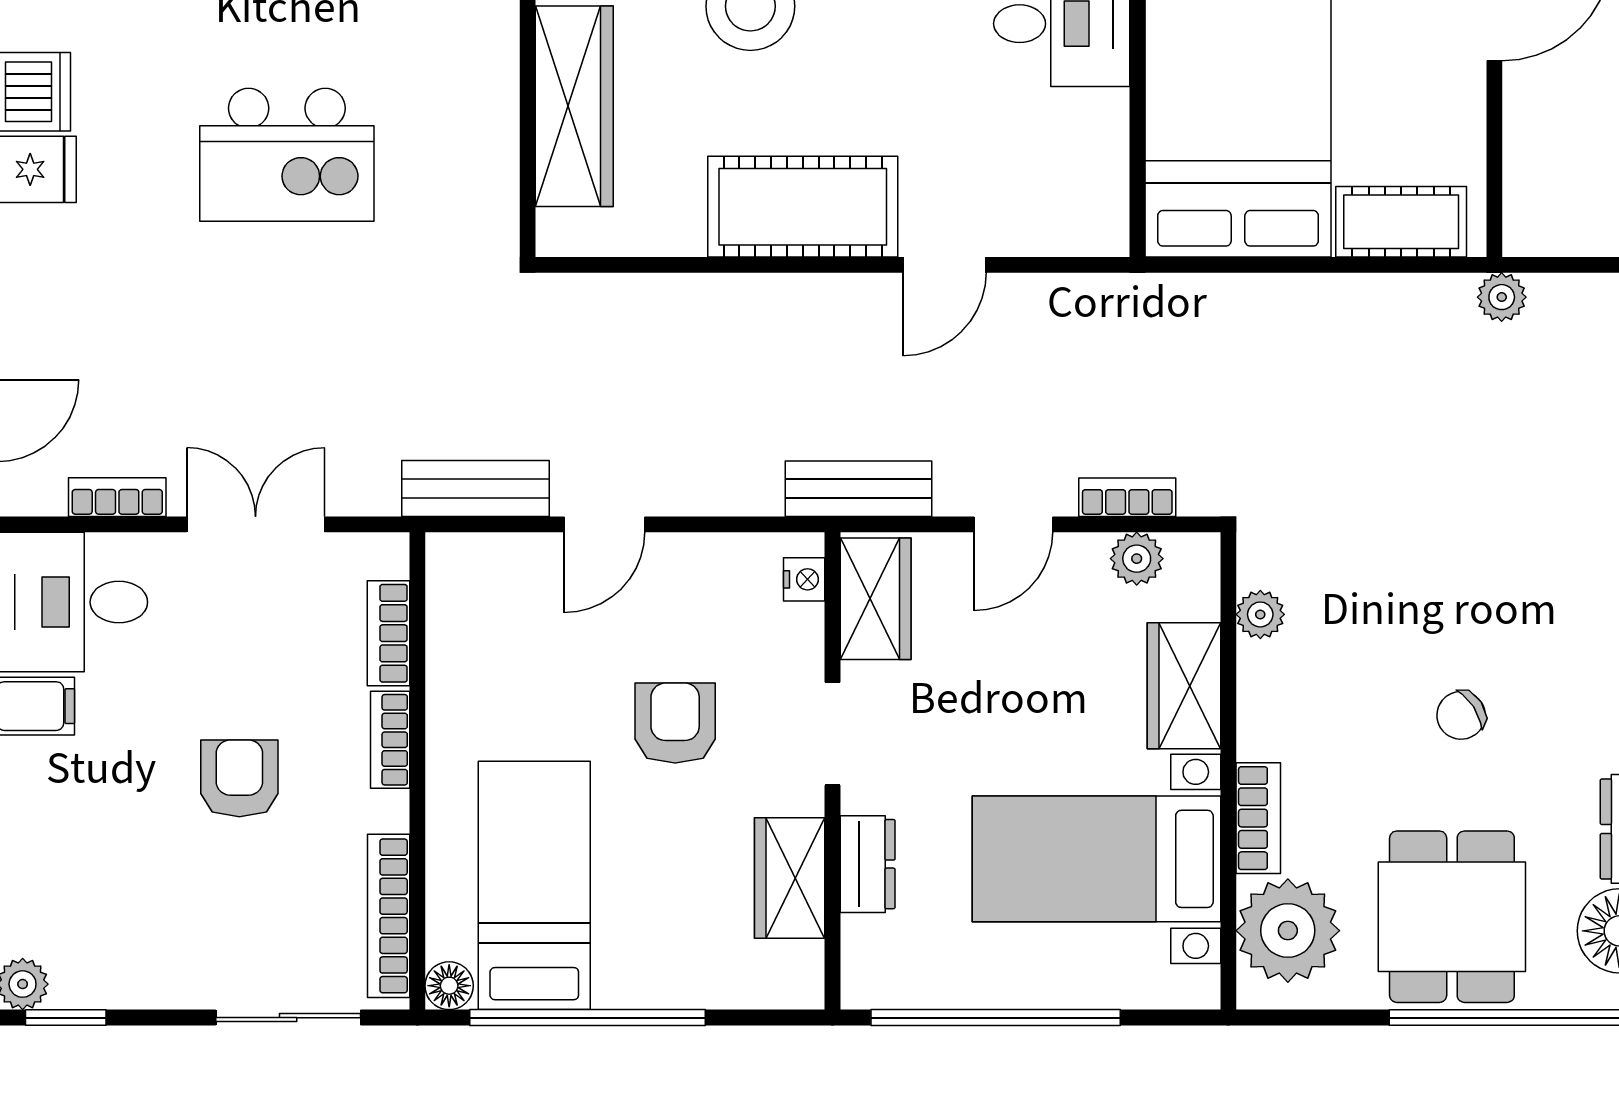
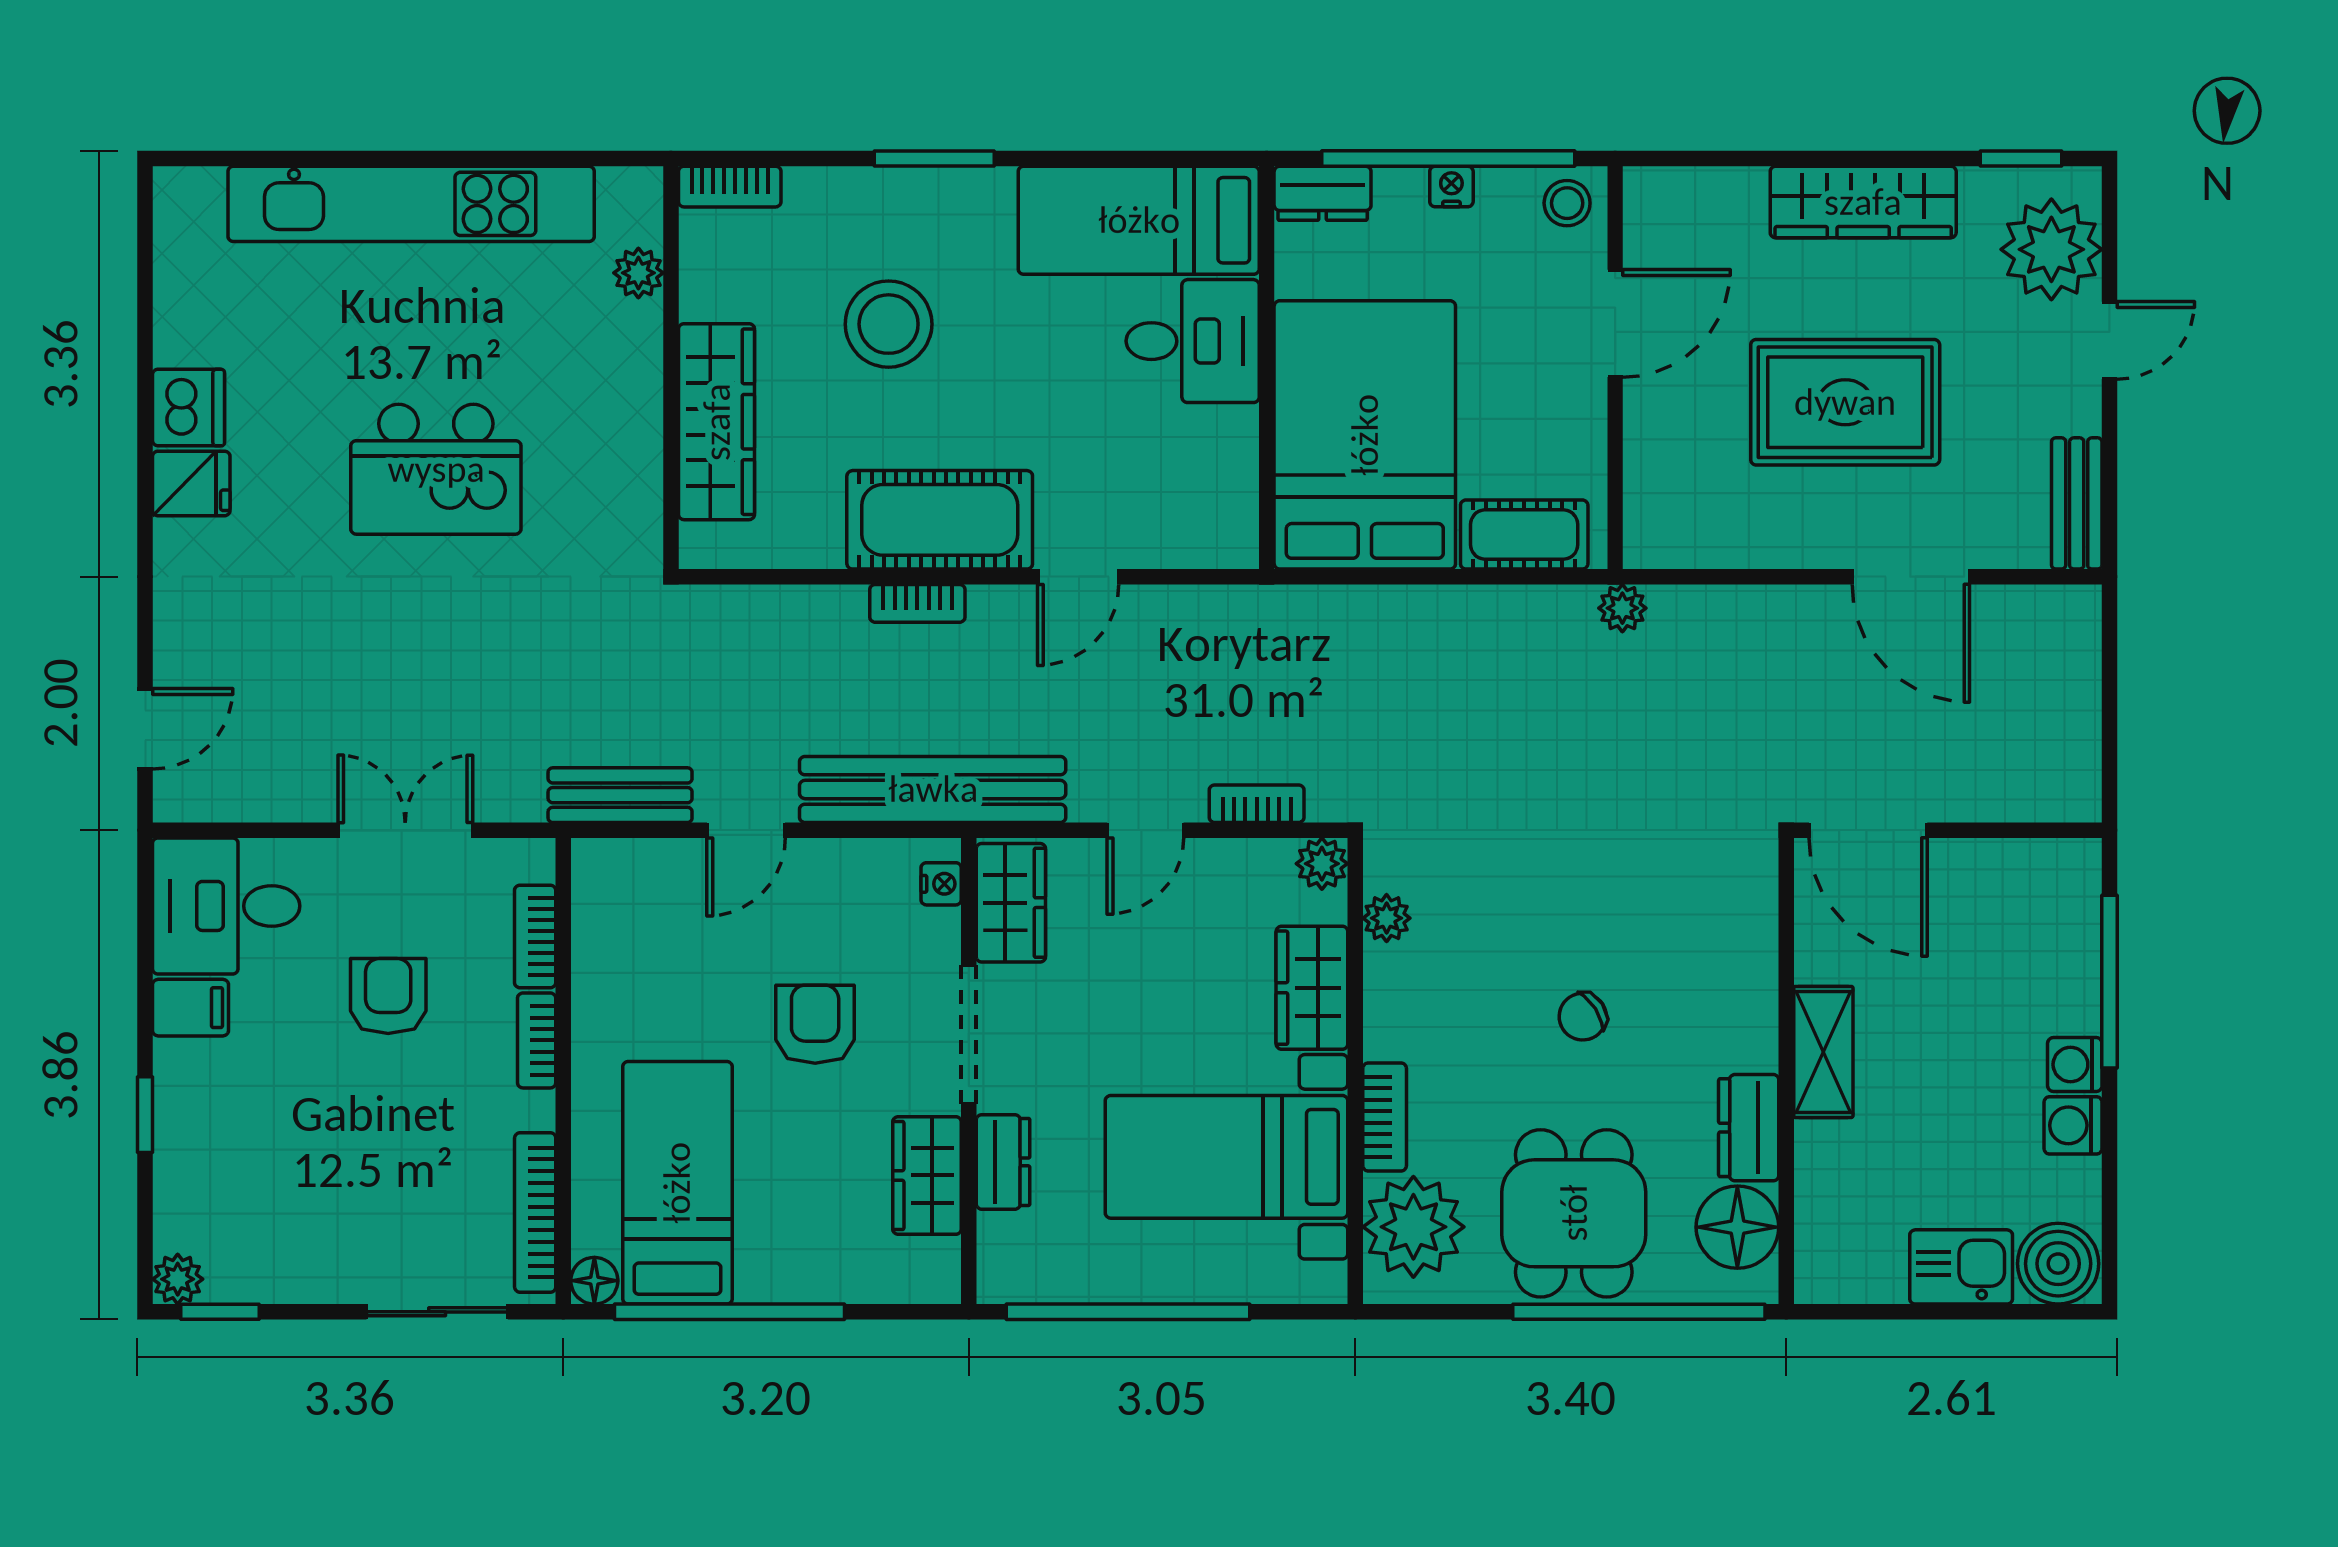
bench: (859, 489) -> (933, 789), width x1.86, depth x1.21
bookcase: (117, 497) -> (917, 603), moved, turned 180
plant: (1137, 559) -> (1322, 864), moved
doorway: (833, 734) -> (969, 1035), width x1.38
armchair: (239, 778) -> (388, 996), moved

